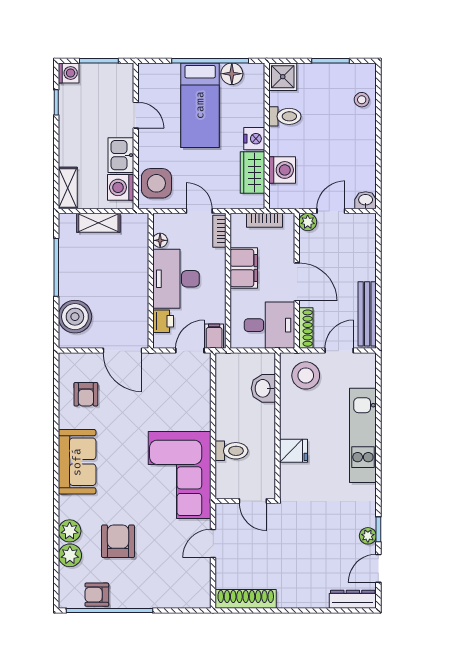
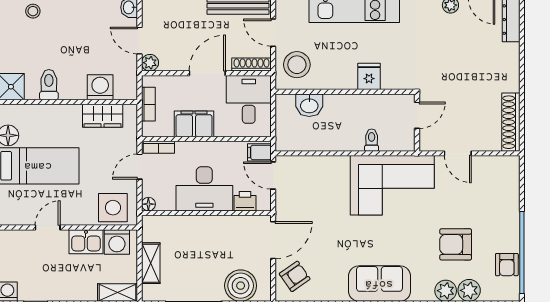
nightstand: (254, 139) -> (70, 114), removed
floor lamp: (160, 240) -> (148, 204), moved
armchair: (86, 394) -> (295, 276), moved, turned -35
toilet: (231, 451) -> (372, 140), width x0.73, depth x0.72

